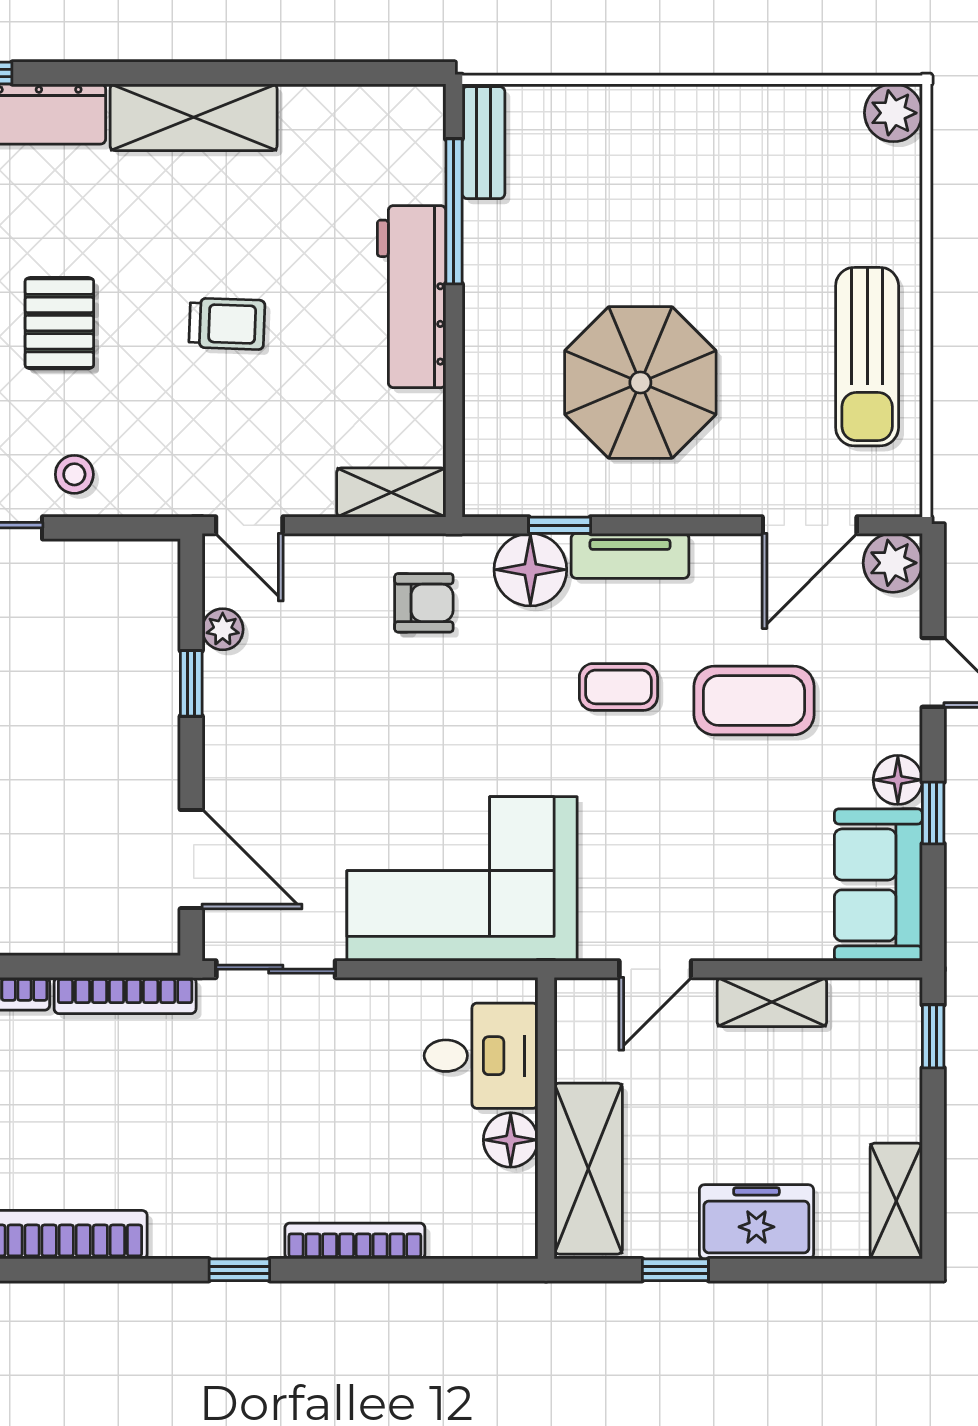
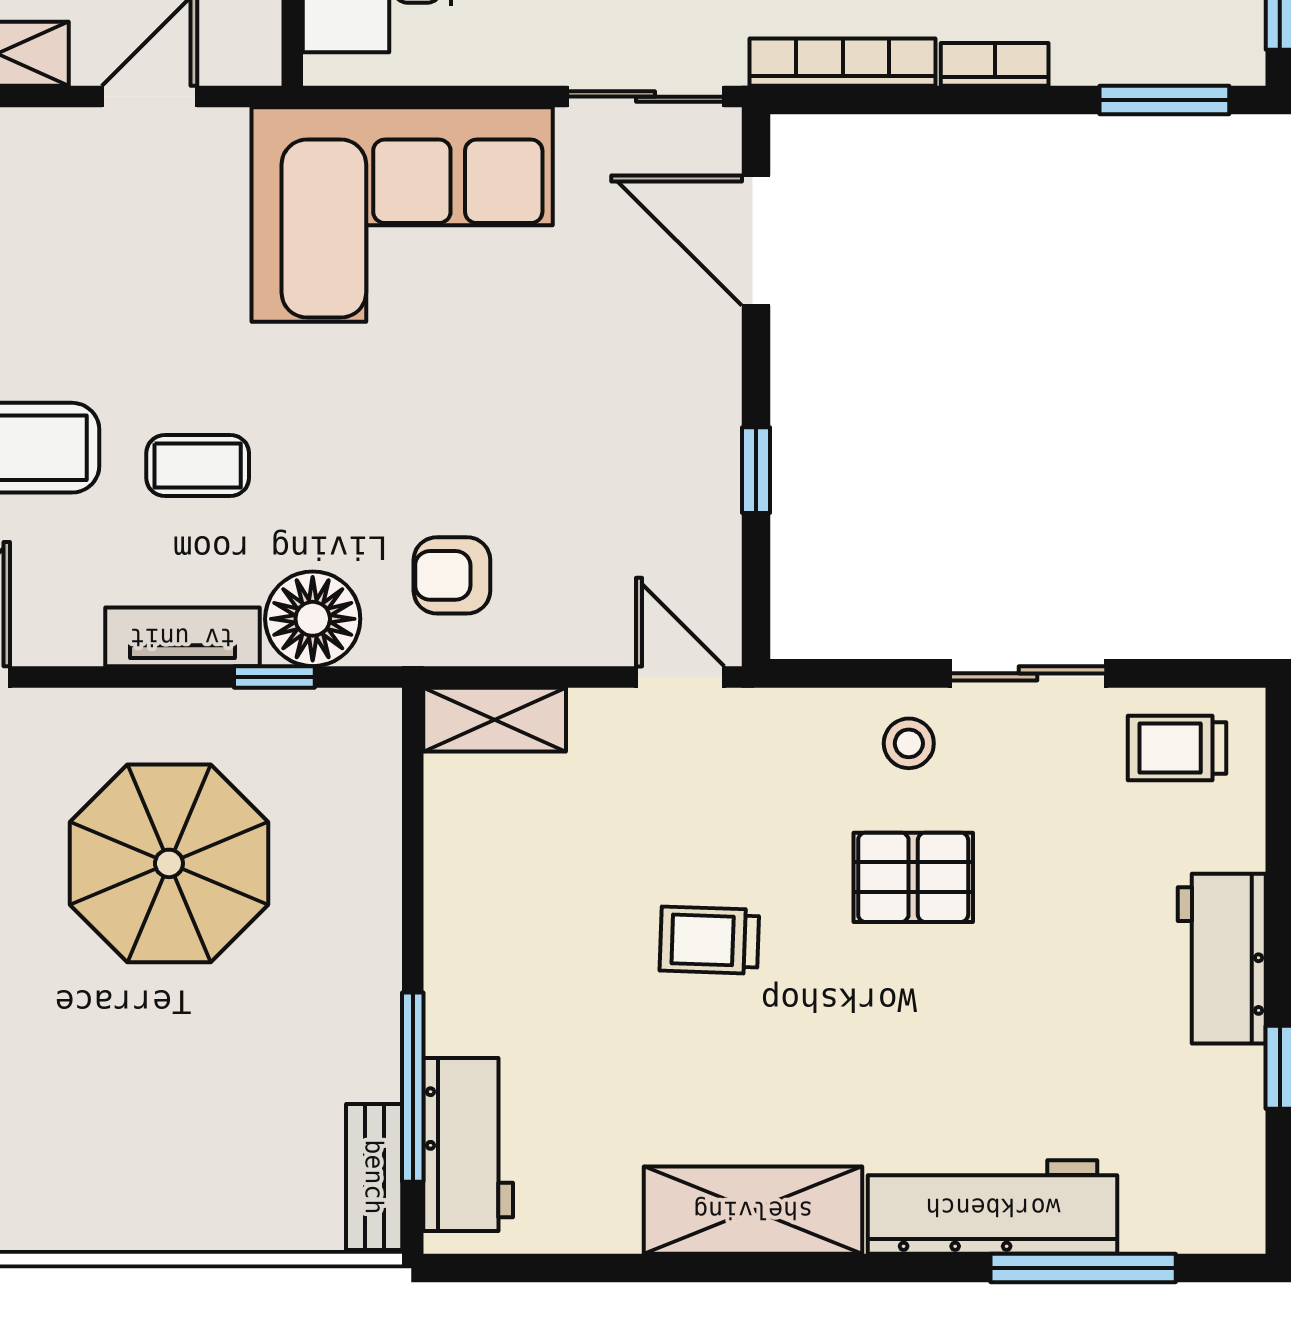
workbench: (412, 297) -> (468, 1145), moved, width x0.73
pallet: (59, 323) -> (913, 877), moved, turned 90
plant: (223, 629) -> (715, 541), removed

